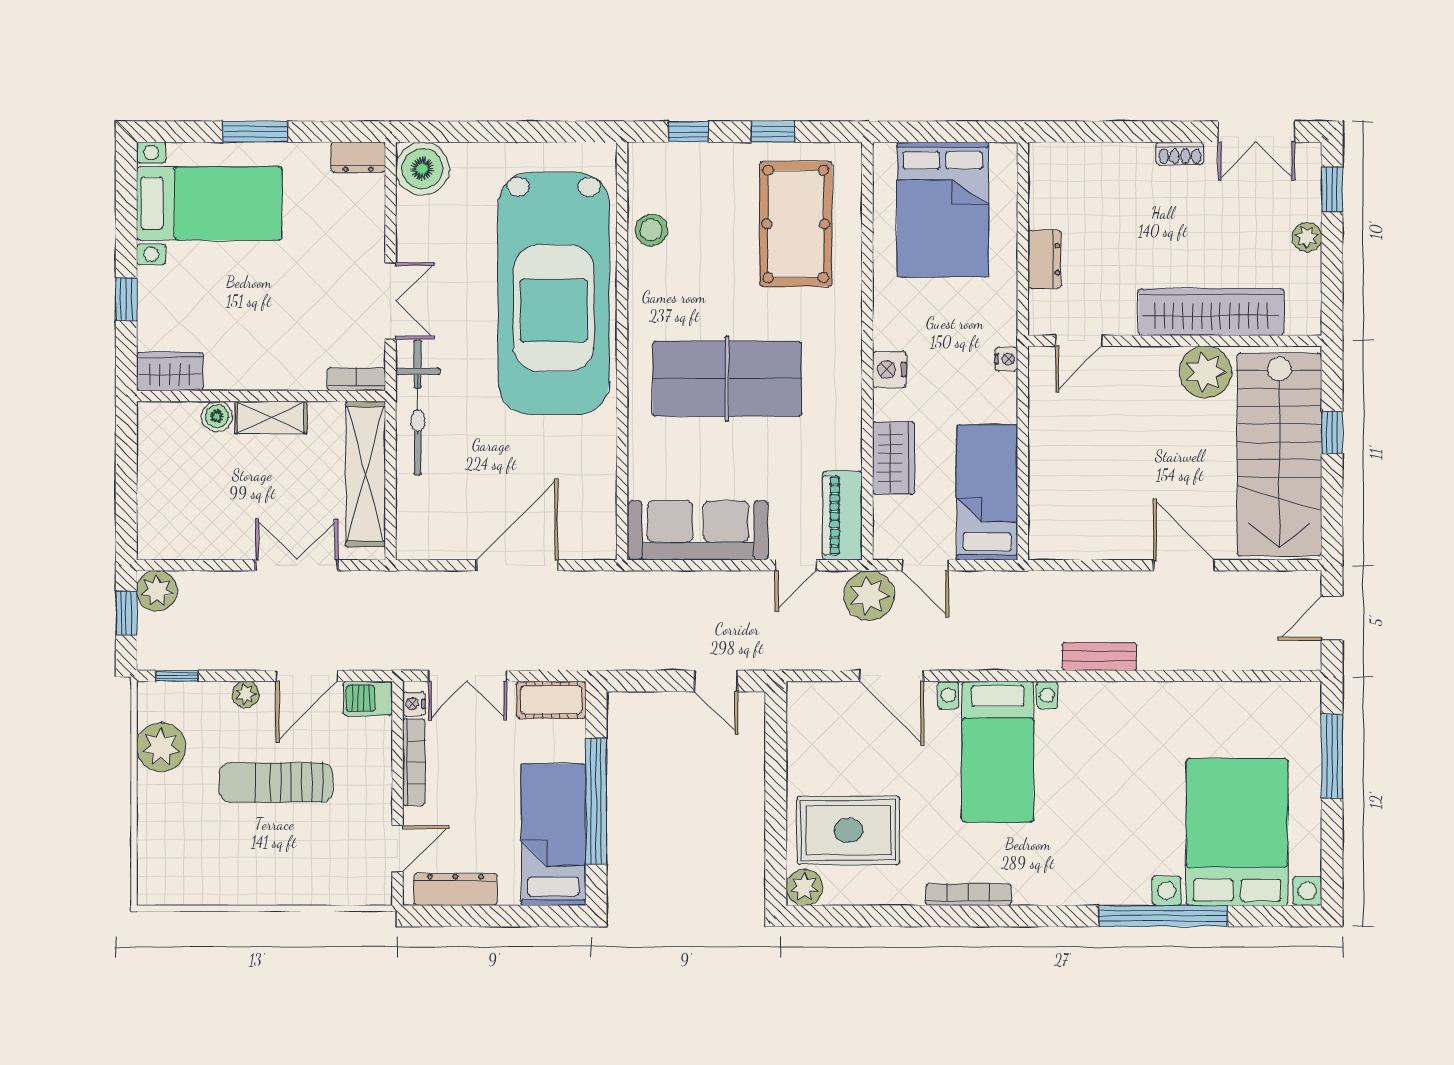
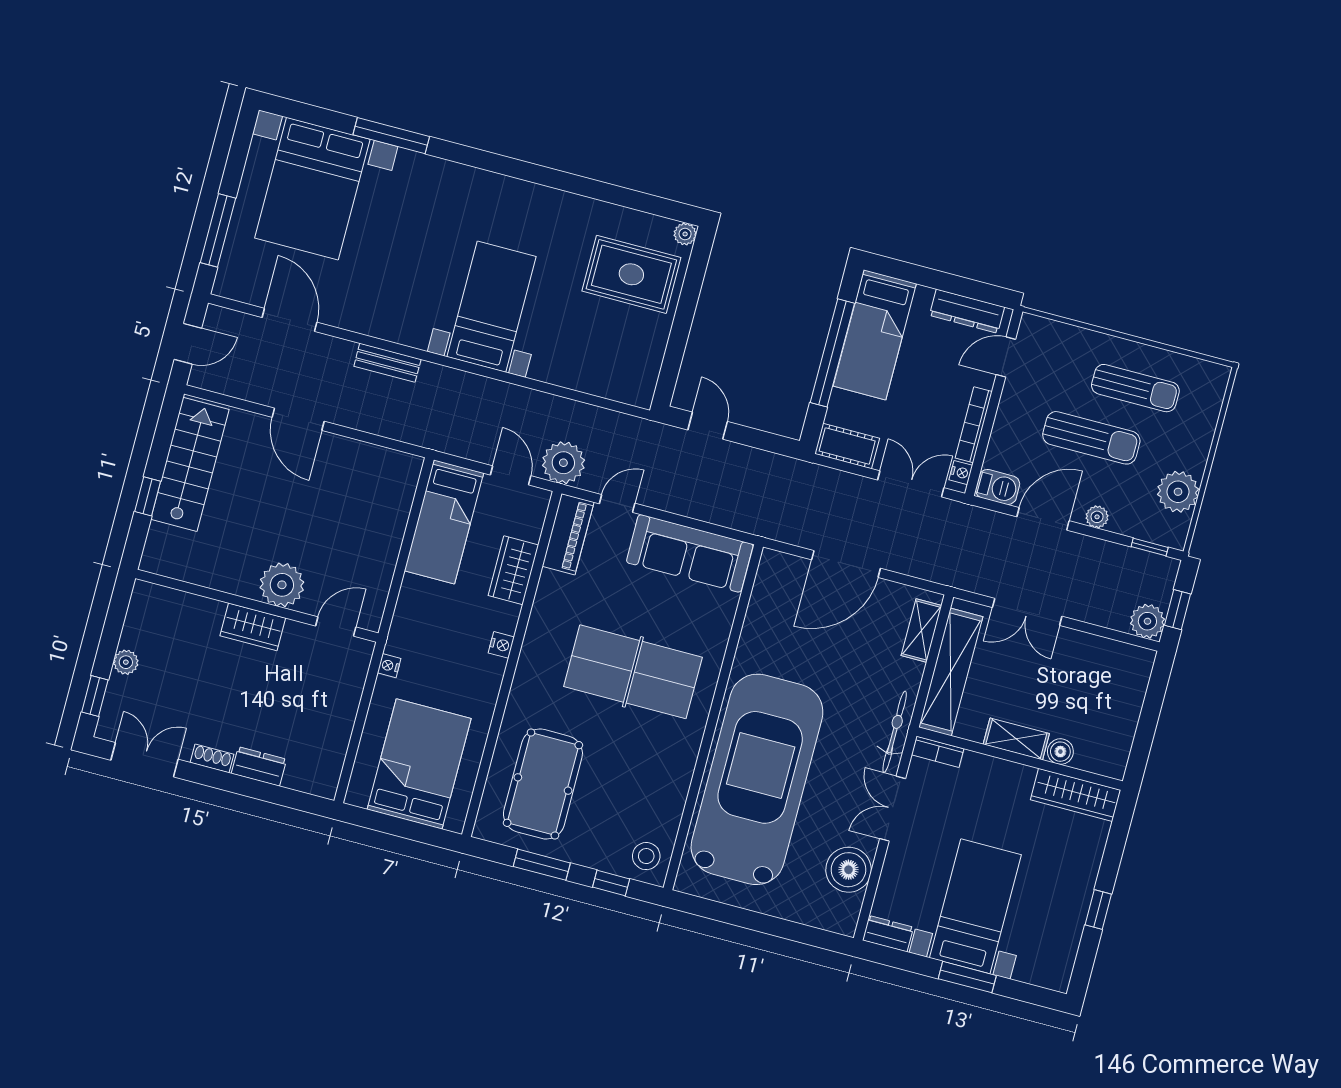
window: (773, 132) -> (542, 865), width x1.50
boiler: (422, 169) -> (849, 870), moved
bed with nightstands: (209, 203) -> (975, 906), moved, turned 90
stool: (651, 230) -> (646, 856), moved
dresser: (1045, 259) -> (259, 766), moved, turned 90
window: (126, 299) -> (1098, 910), moved
wardrobe: (1211, 312) -> (253, 627), width x0.48, depth x0.85
nightstand: (1006, 359) -> (389, 666), moved
nightstand: (889, 370) -> (501, 645), width x0.72, depth x0.74
wardrobe: (170, 371) -> (1076, 795), width x1.50
plant: (1206, 372) -> (282, 585), moved
bicycle: (418, 407) -> (895, 732), width x0.73, depth x0.71
stairs: (1279, 454) -> (190, 464), width x0.73, depth x0.66
shelving: (411, 512) -> (921, 631), added
door: (891, 676) -> (290, 320), moved
sun lounger: (241, 852) -> (1135, 388), added
plant: (804, 887) -> (685, 234), width x0.73, depth x0.73
bookcase: (968, 895) -> (547, 195), removed
window: (1163, 916) -> (391, 136), width x0.68

